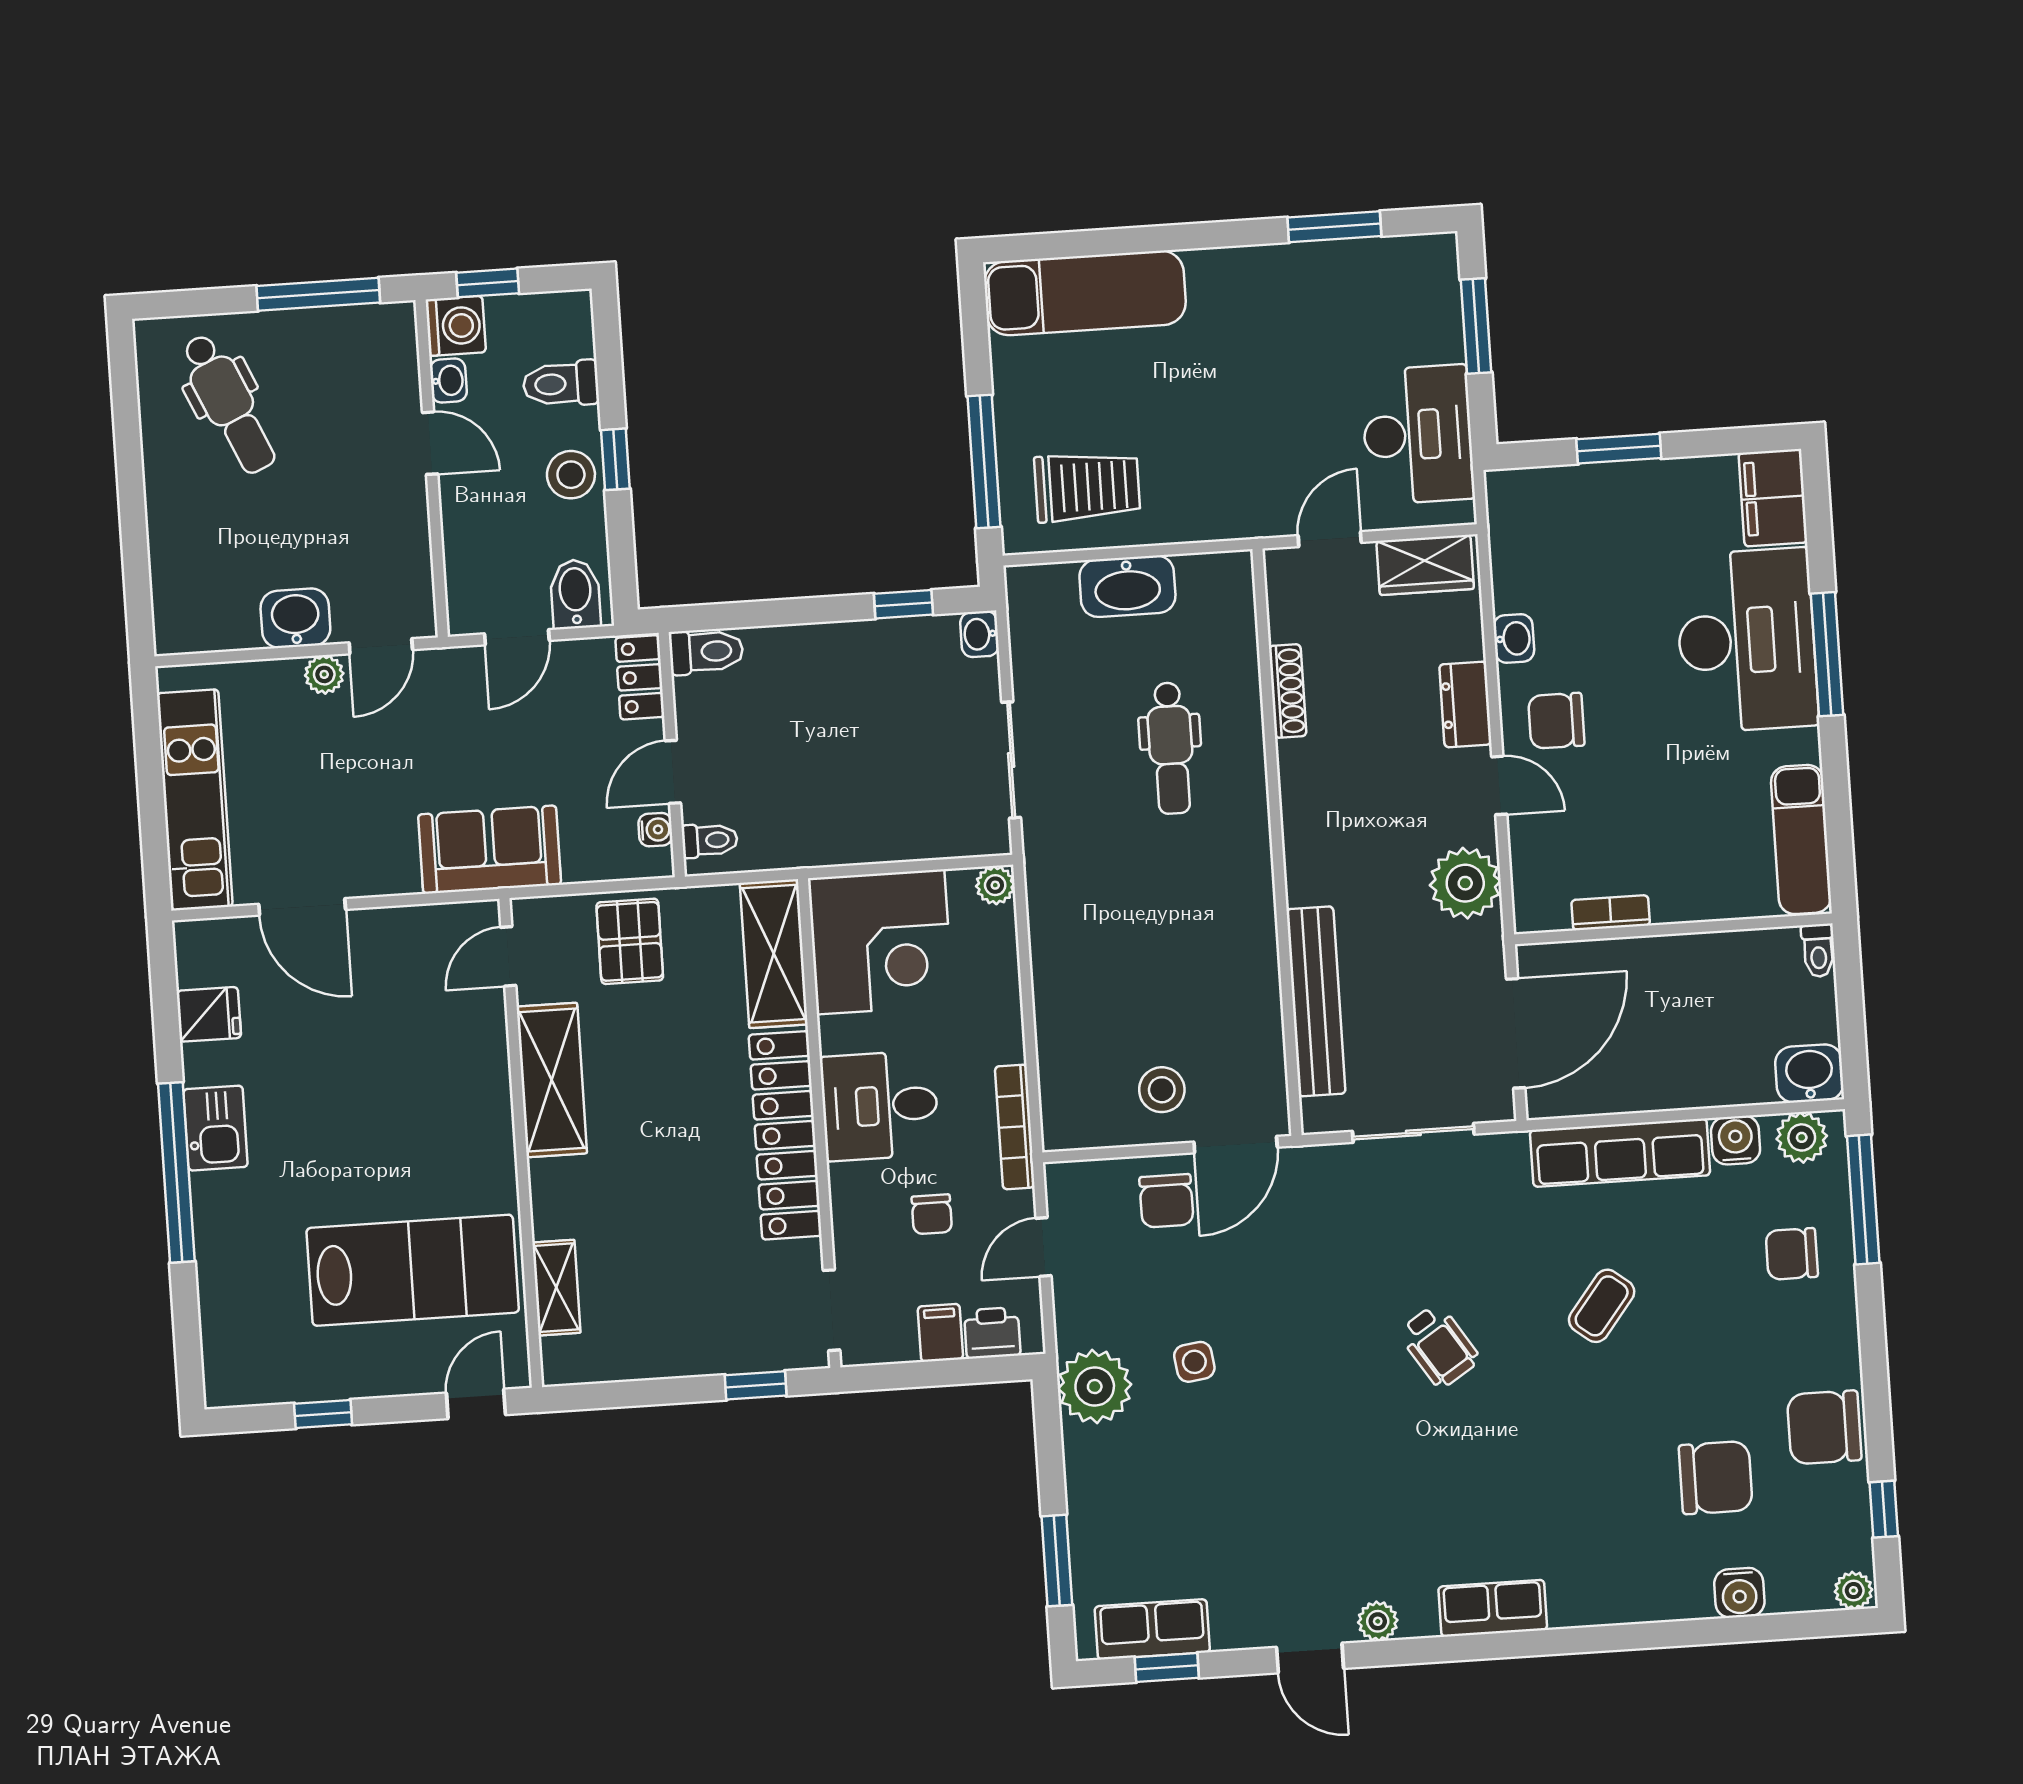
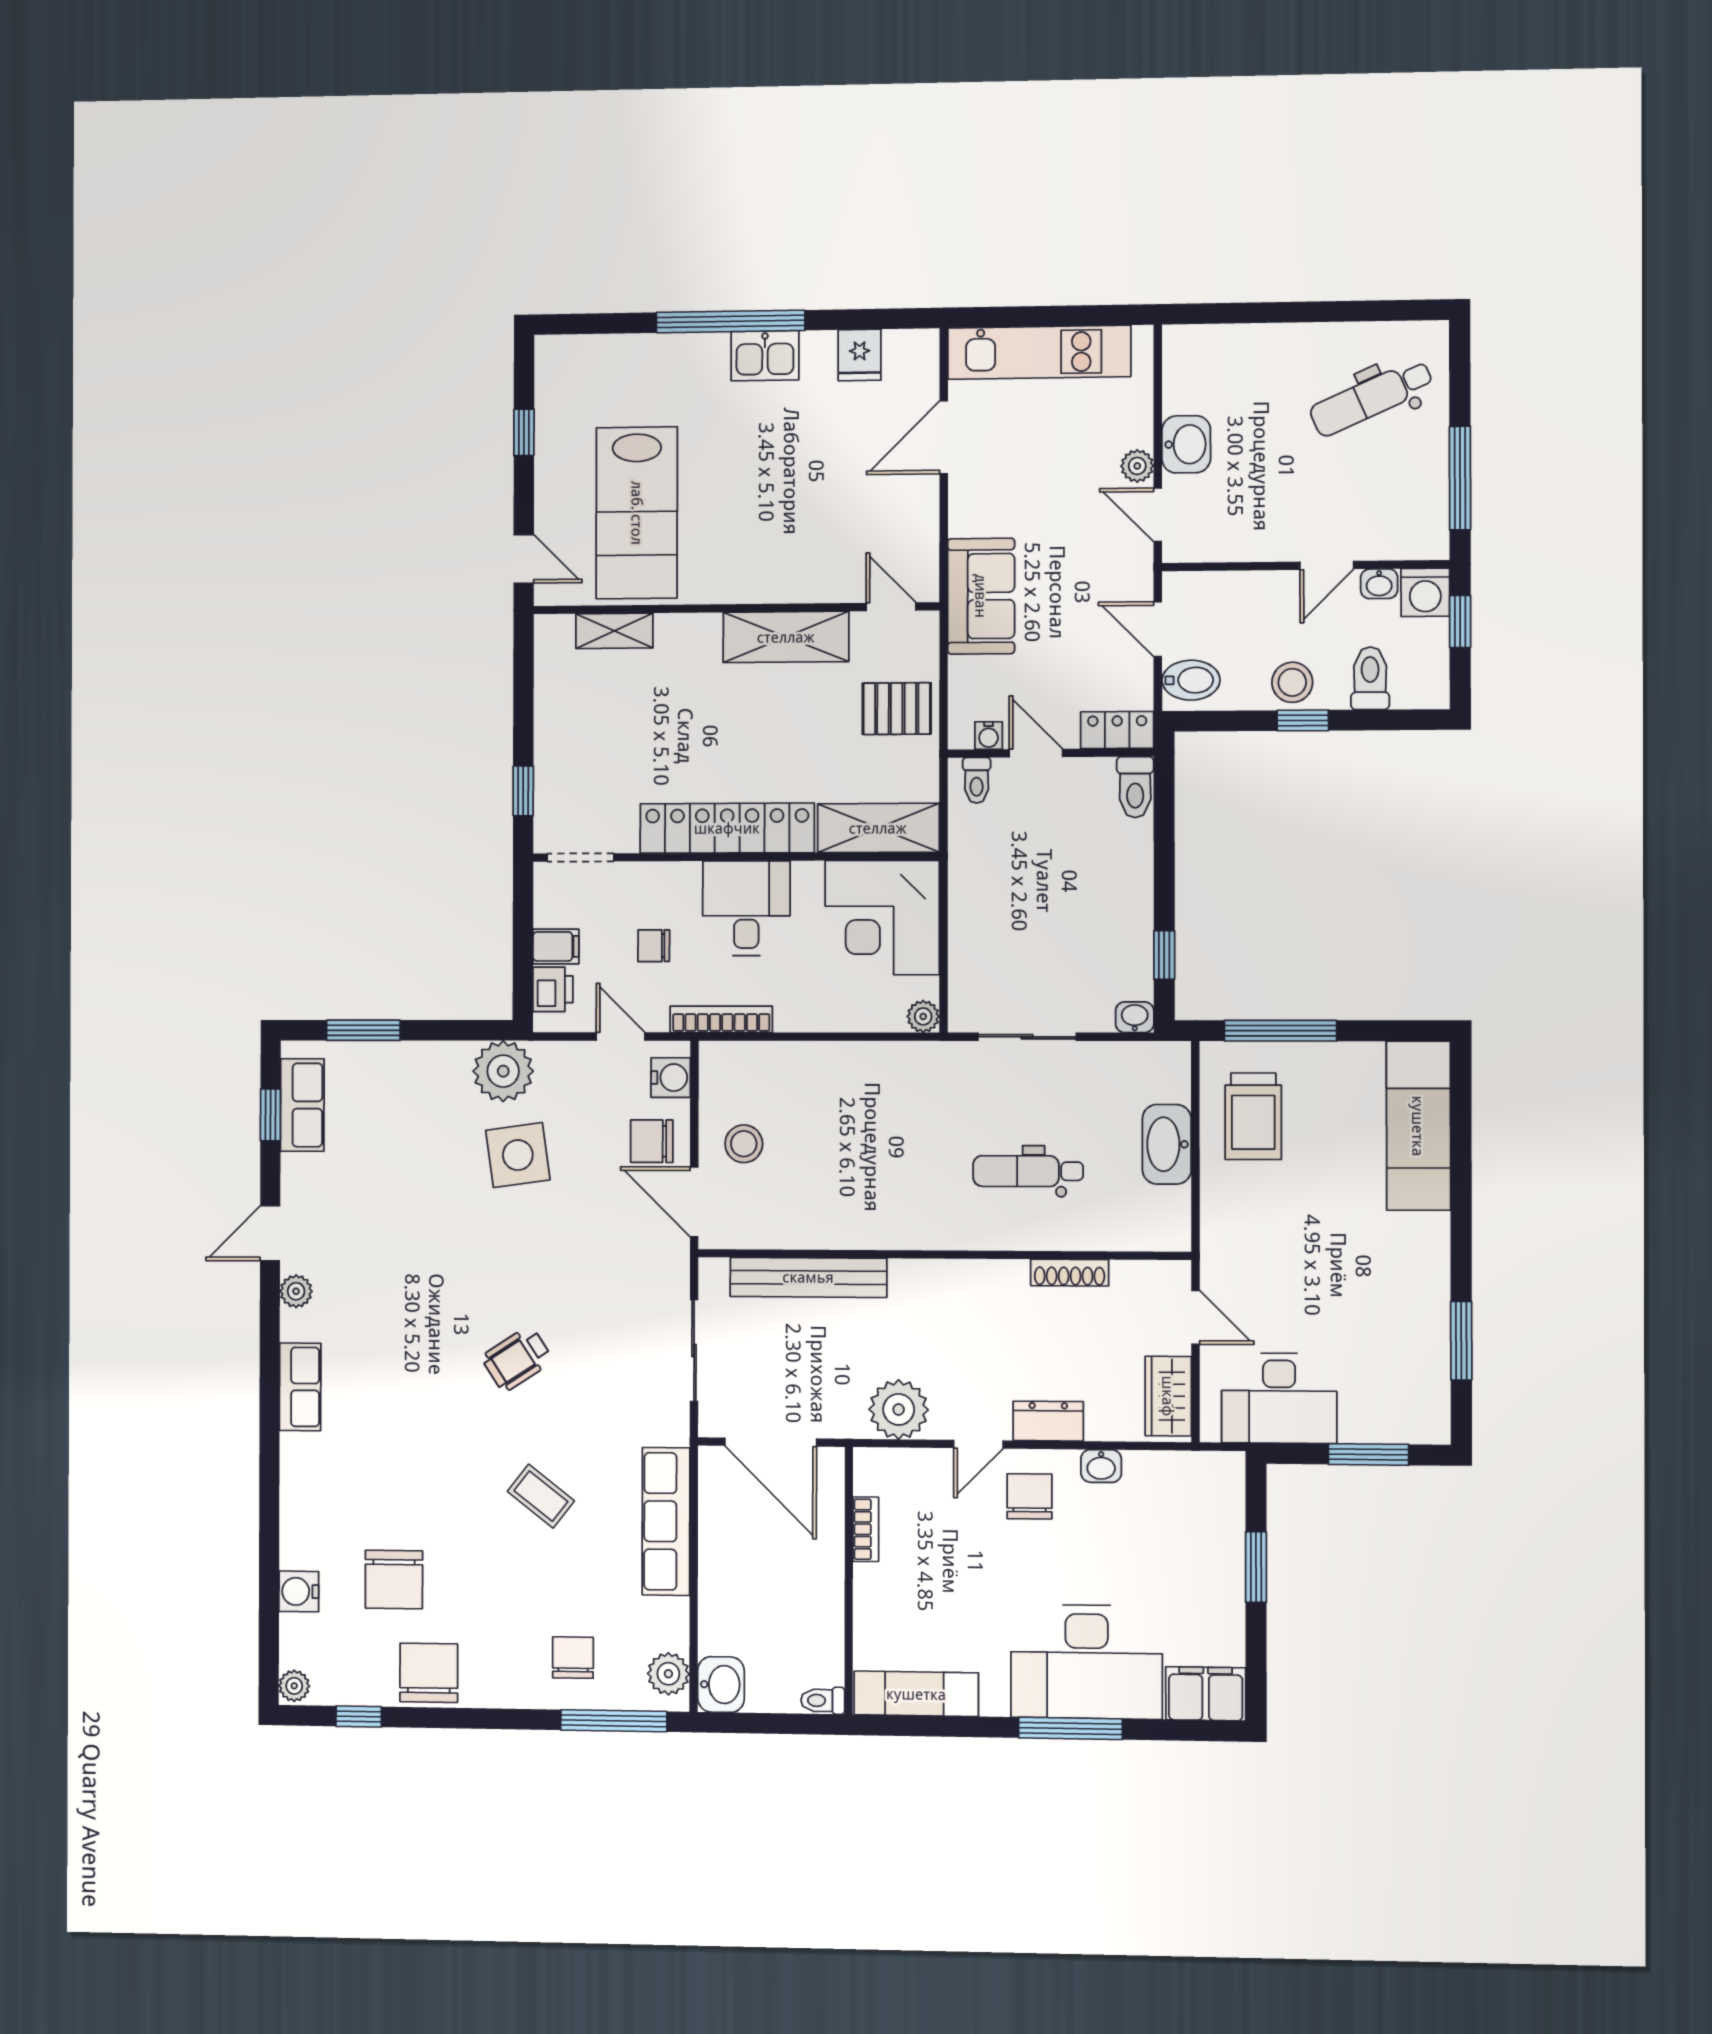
water cooler: (1736, 1140) -> (671, 1078), moved
side table: (1194, 1362) -> (518, 1155), width x1.87, depth x1.87

